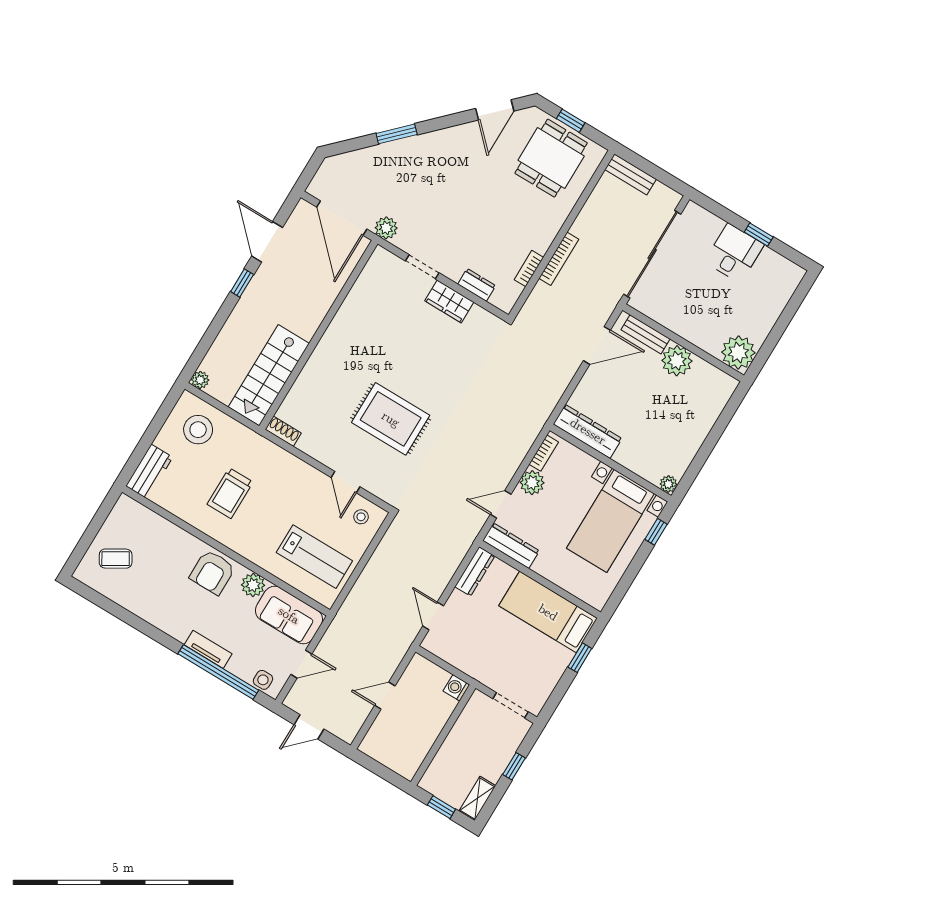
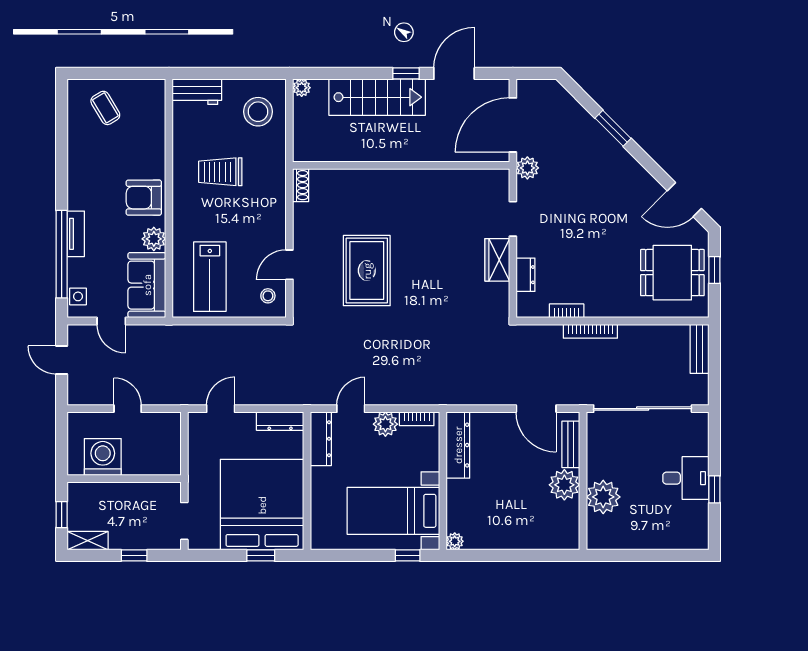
plant: (738, 352) -> (603, 497), moved
stairs: (269, 375) -> (377, 97), moved, turned 180
door: (501, 504) -> (351, 409), hinge flipped
bed: (548, 612) -> (262, 505), width x2.04
washing machine: (456, 688) -> (103, 457), moved, width x1.89, depth x1.89

